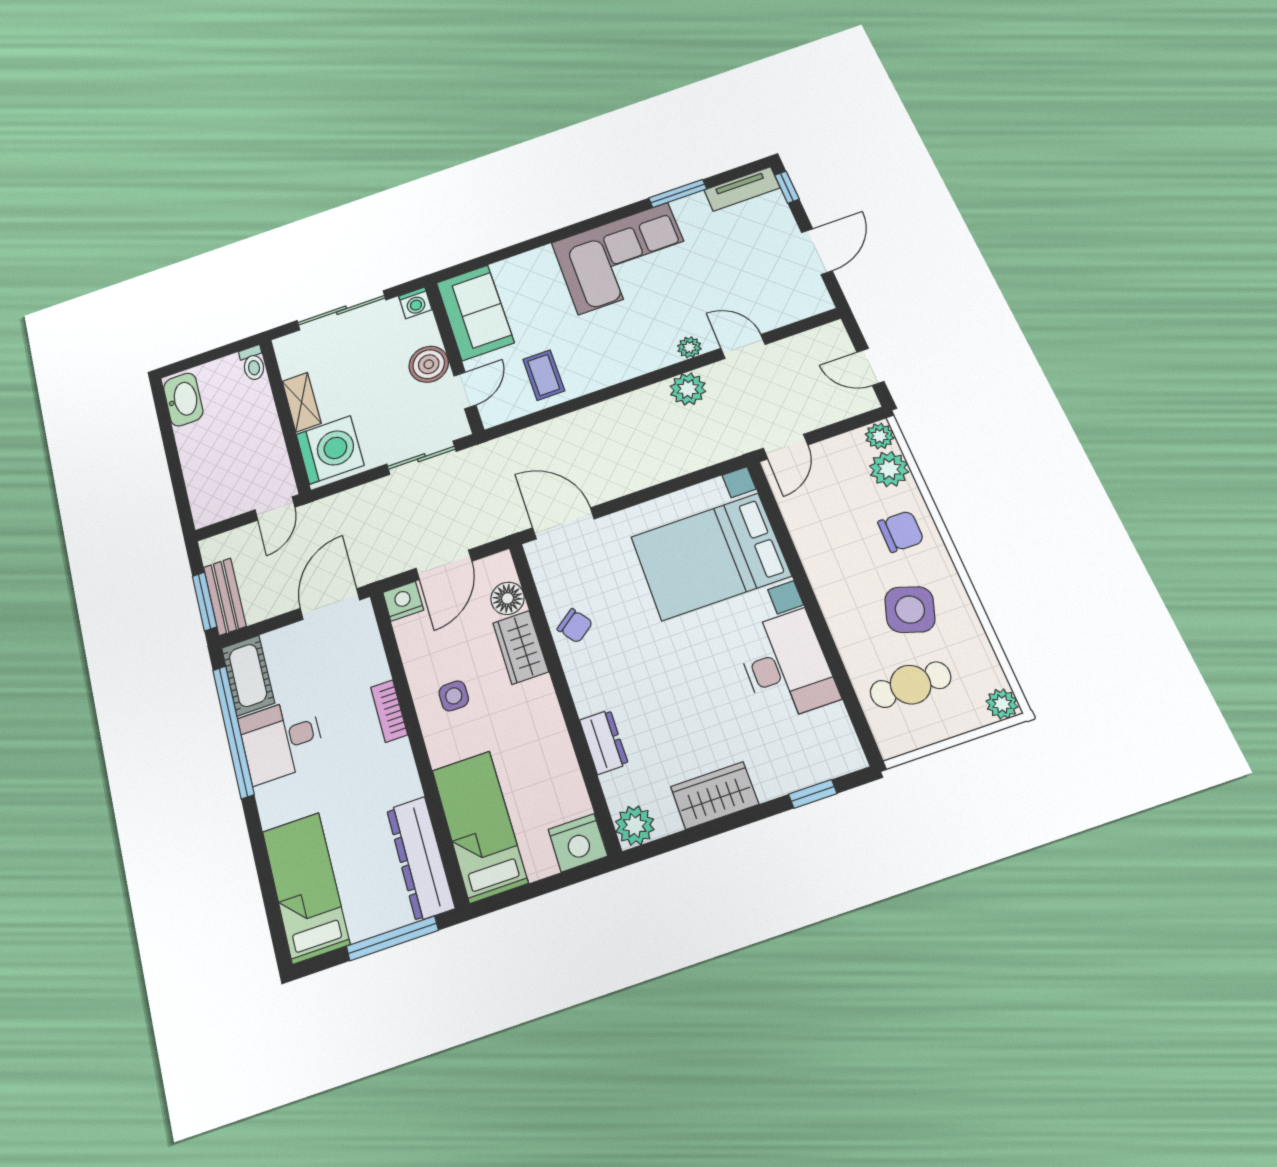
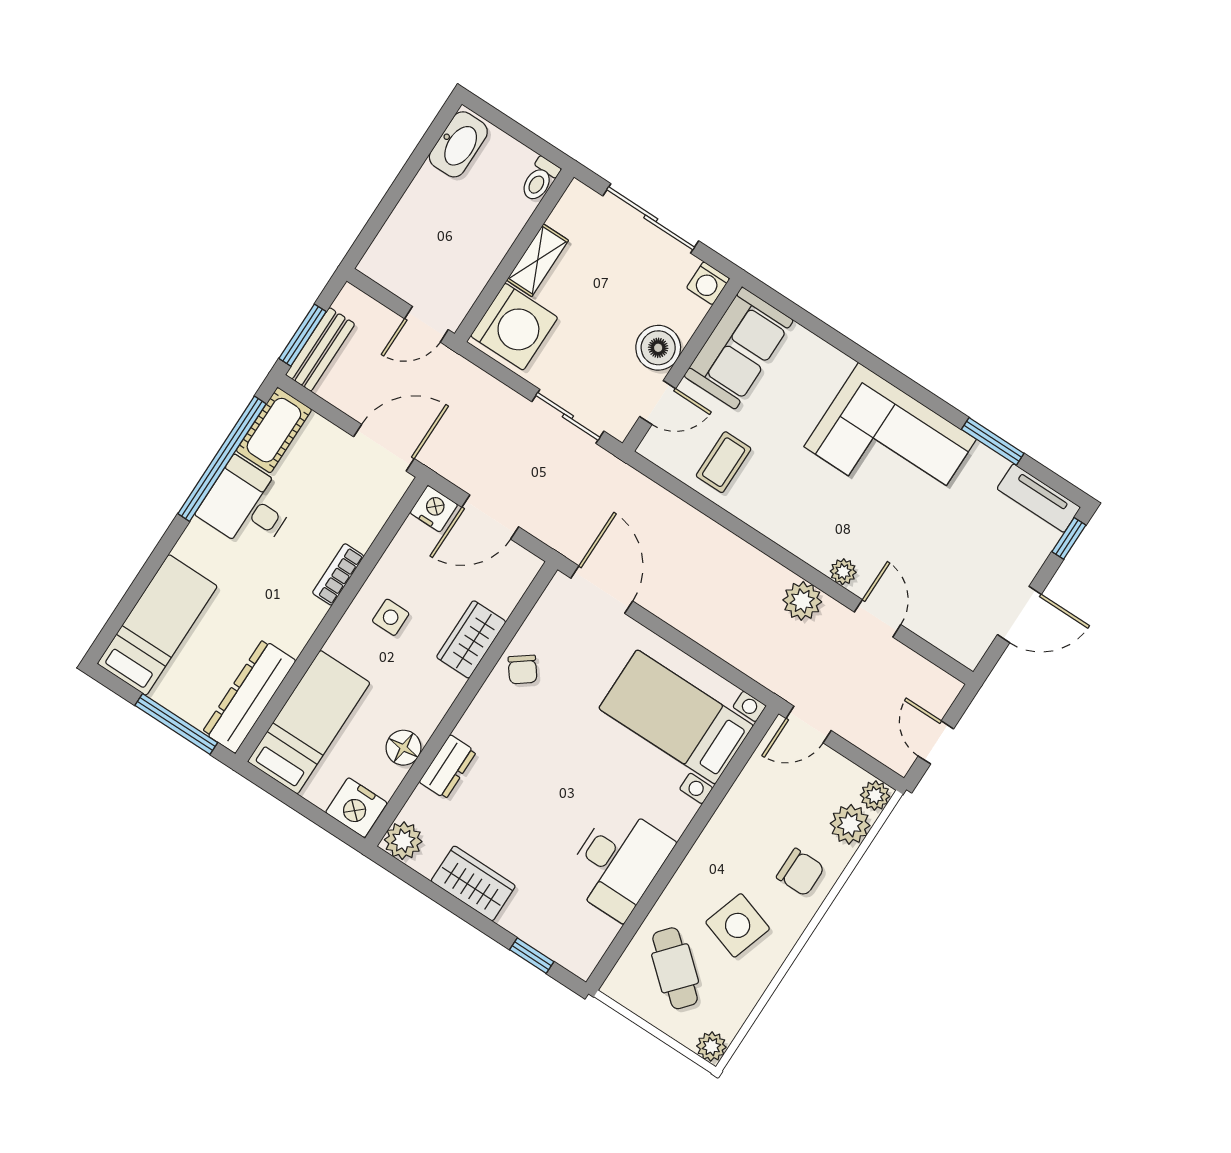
bed with nightstands: (710, 556) -> (676, 717), width x0.73
floor lamp: (508, 598) -> (403, 748), moved
cafe table: (911, 685) -> (675, 968), turned 41

